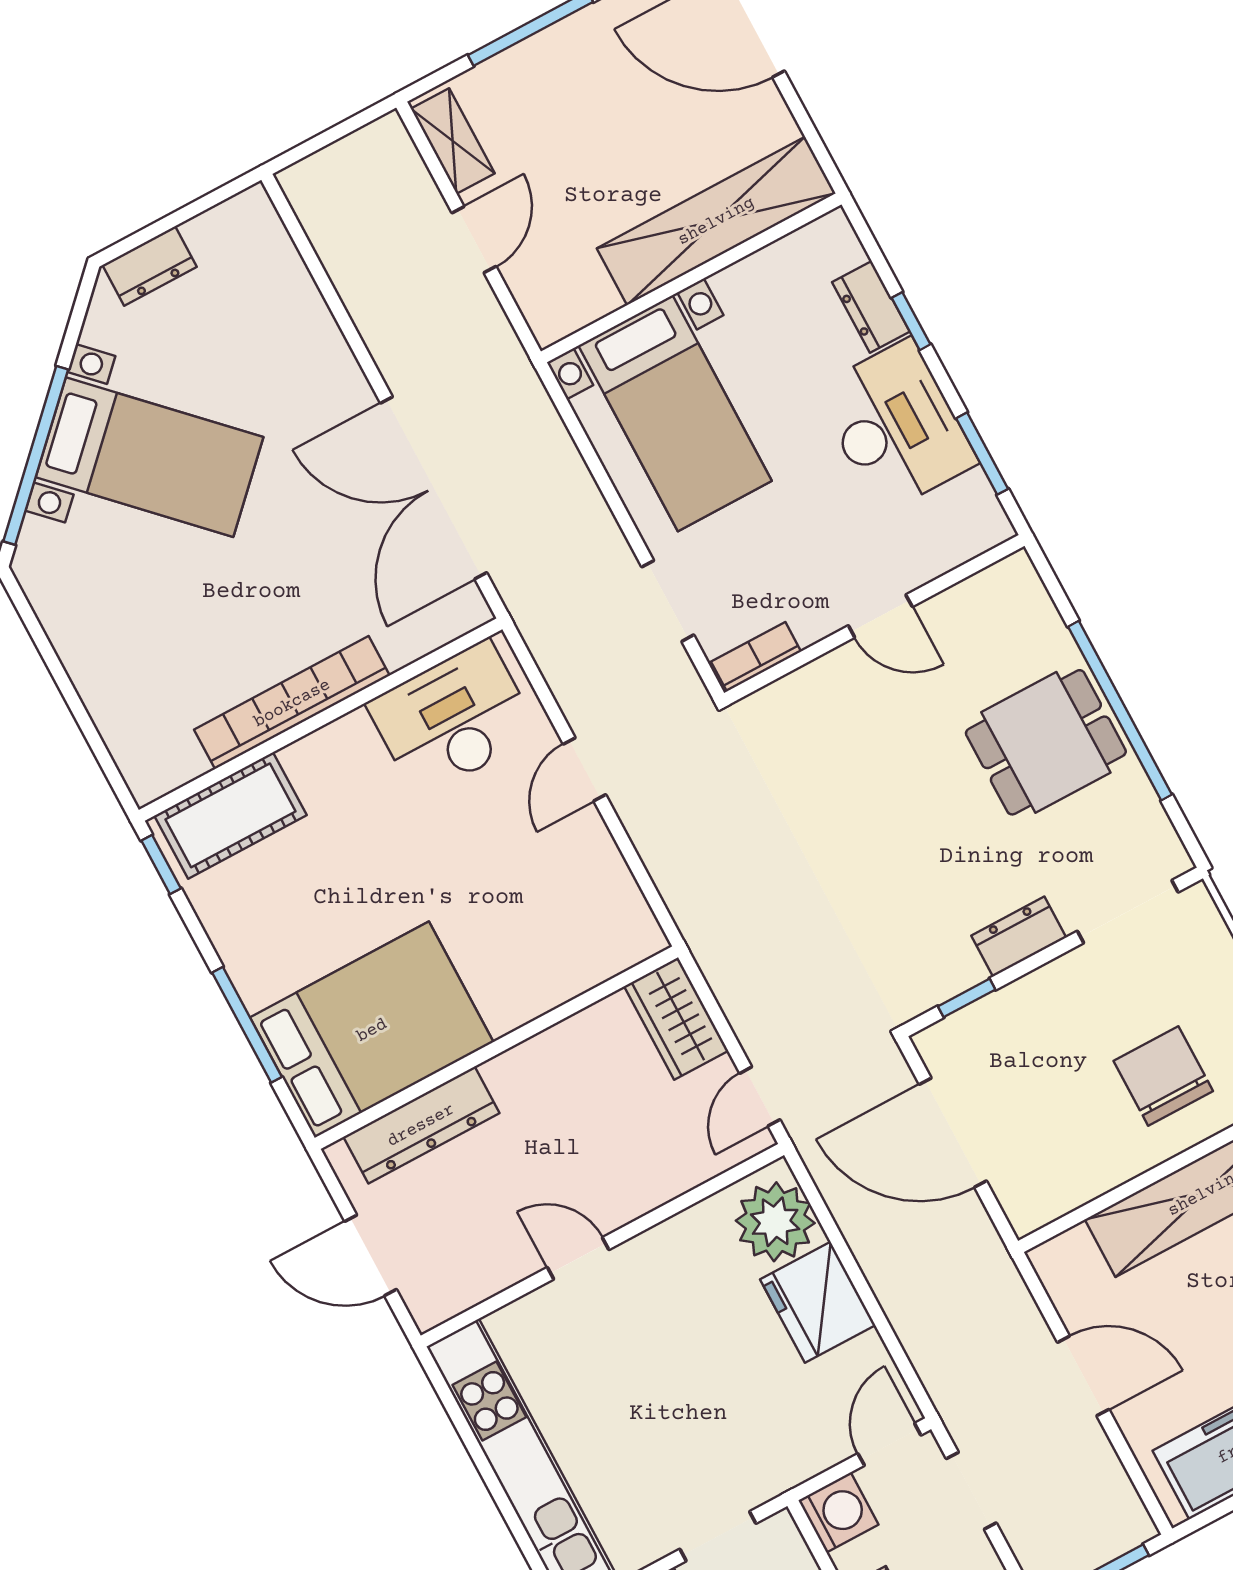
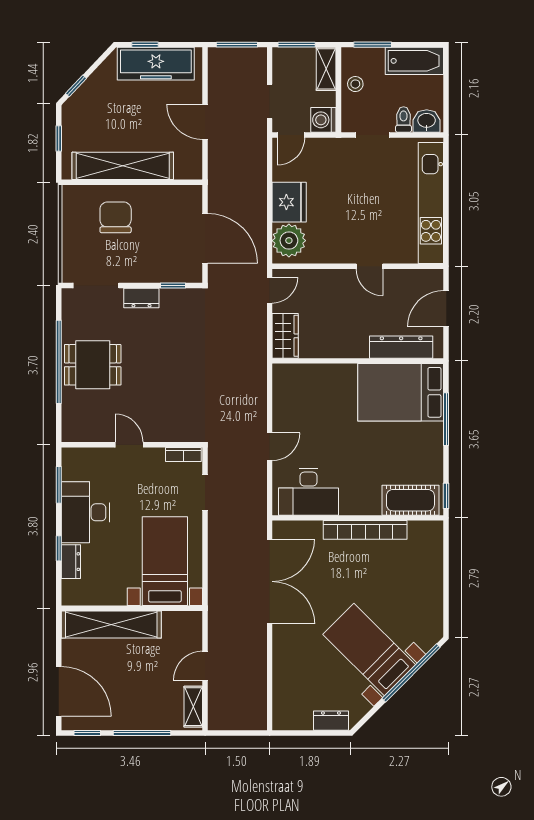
chair: (1163, 1076) -> (116, 217), turned 180
door: (371, 1255) -> (446, 309), swing flipped

